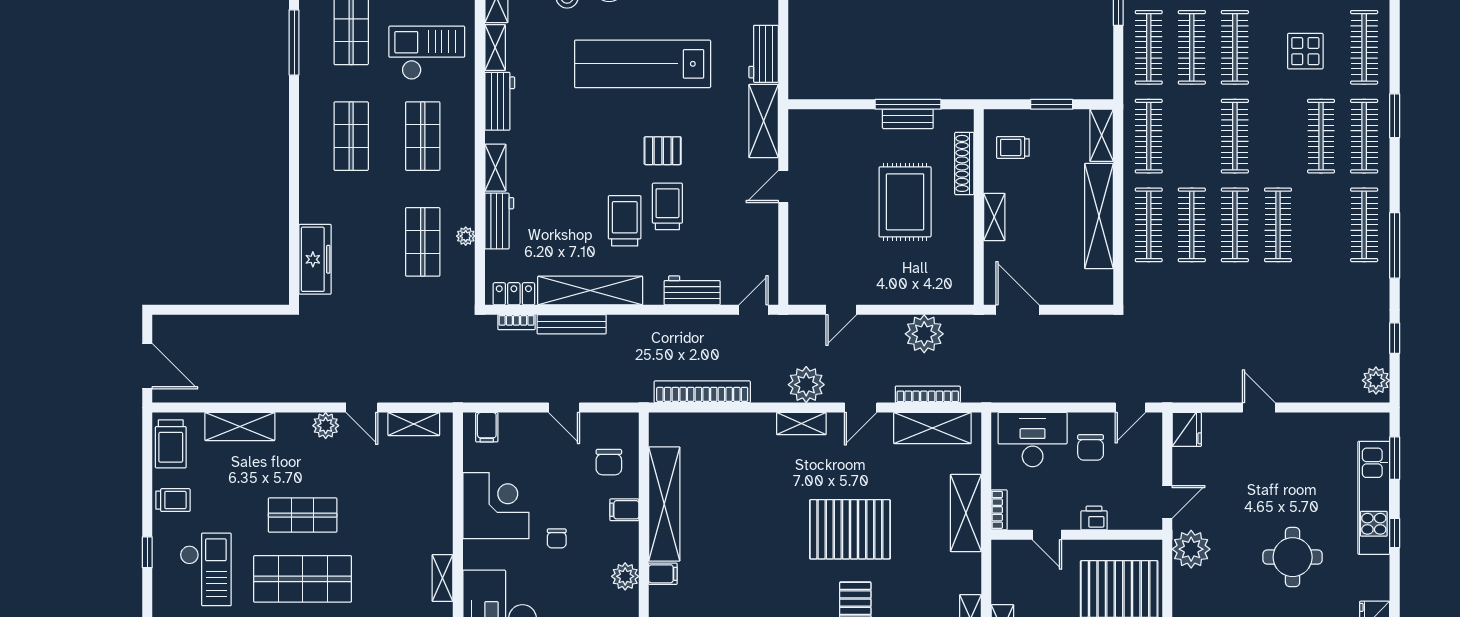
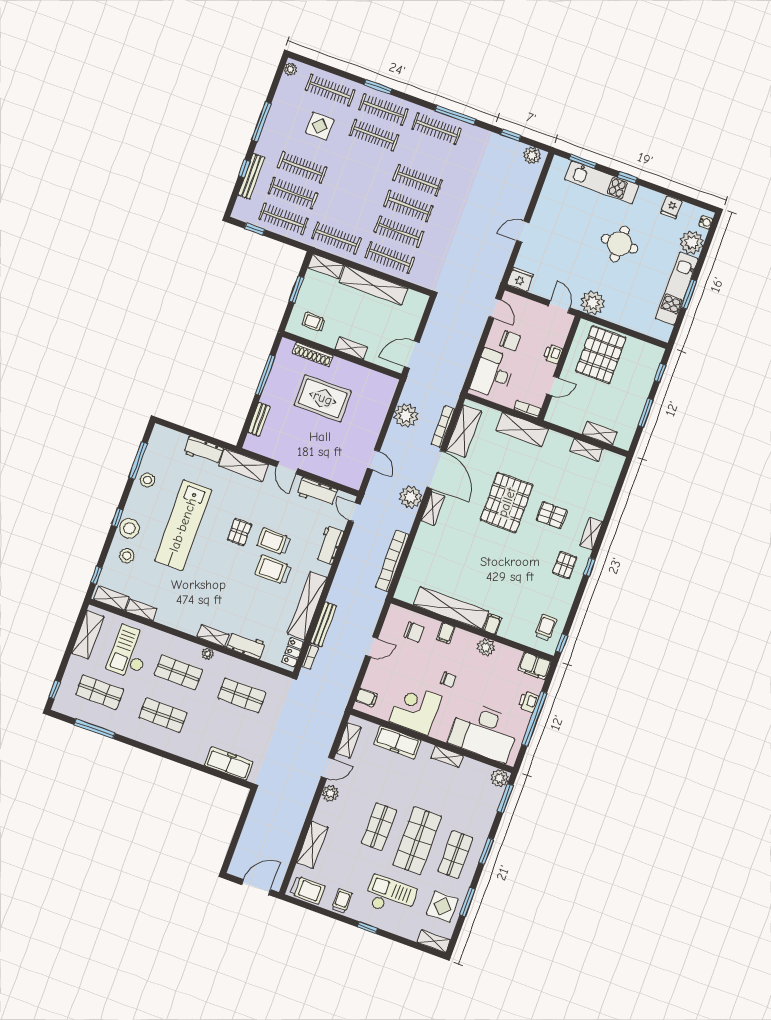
workbench: (500, 101) -> (317, 492), moved, turned 180
bench: (908, 119) -> (259, 419), moved
clothes rail: (1235, 136) -> (355, 187), removed
trolley: (1013, 147) -> (314, 322), turned 90
plant: (466, 236) -> (208, 654), moved
door: (861, 408) -> (436, 470), width x1.87
freezer: (437, 497) -> (397, 742), added

